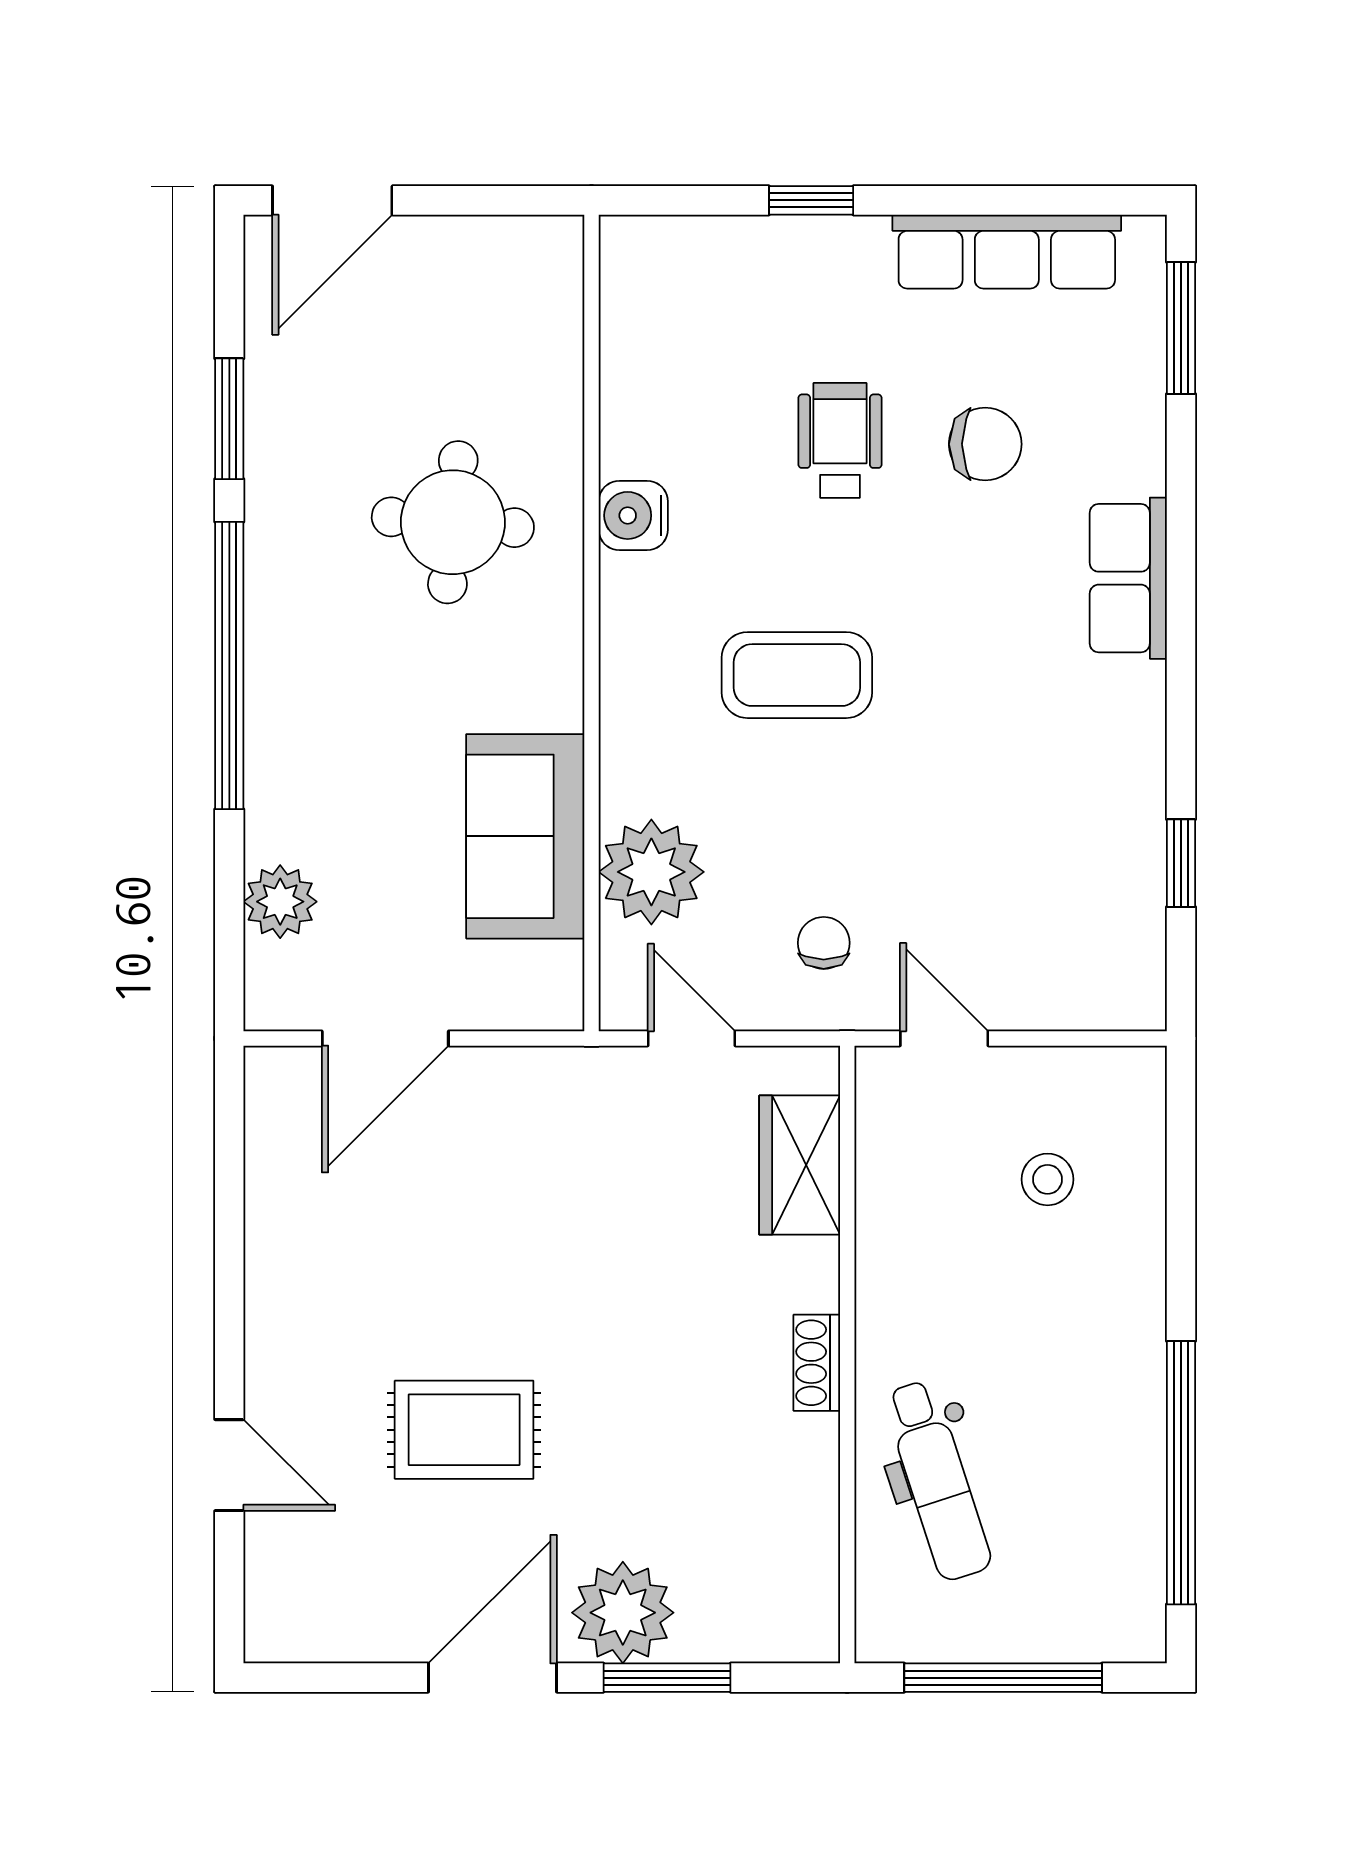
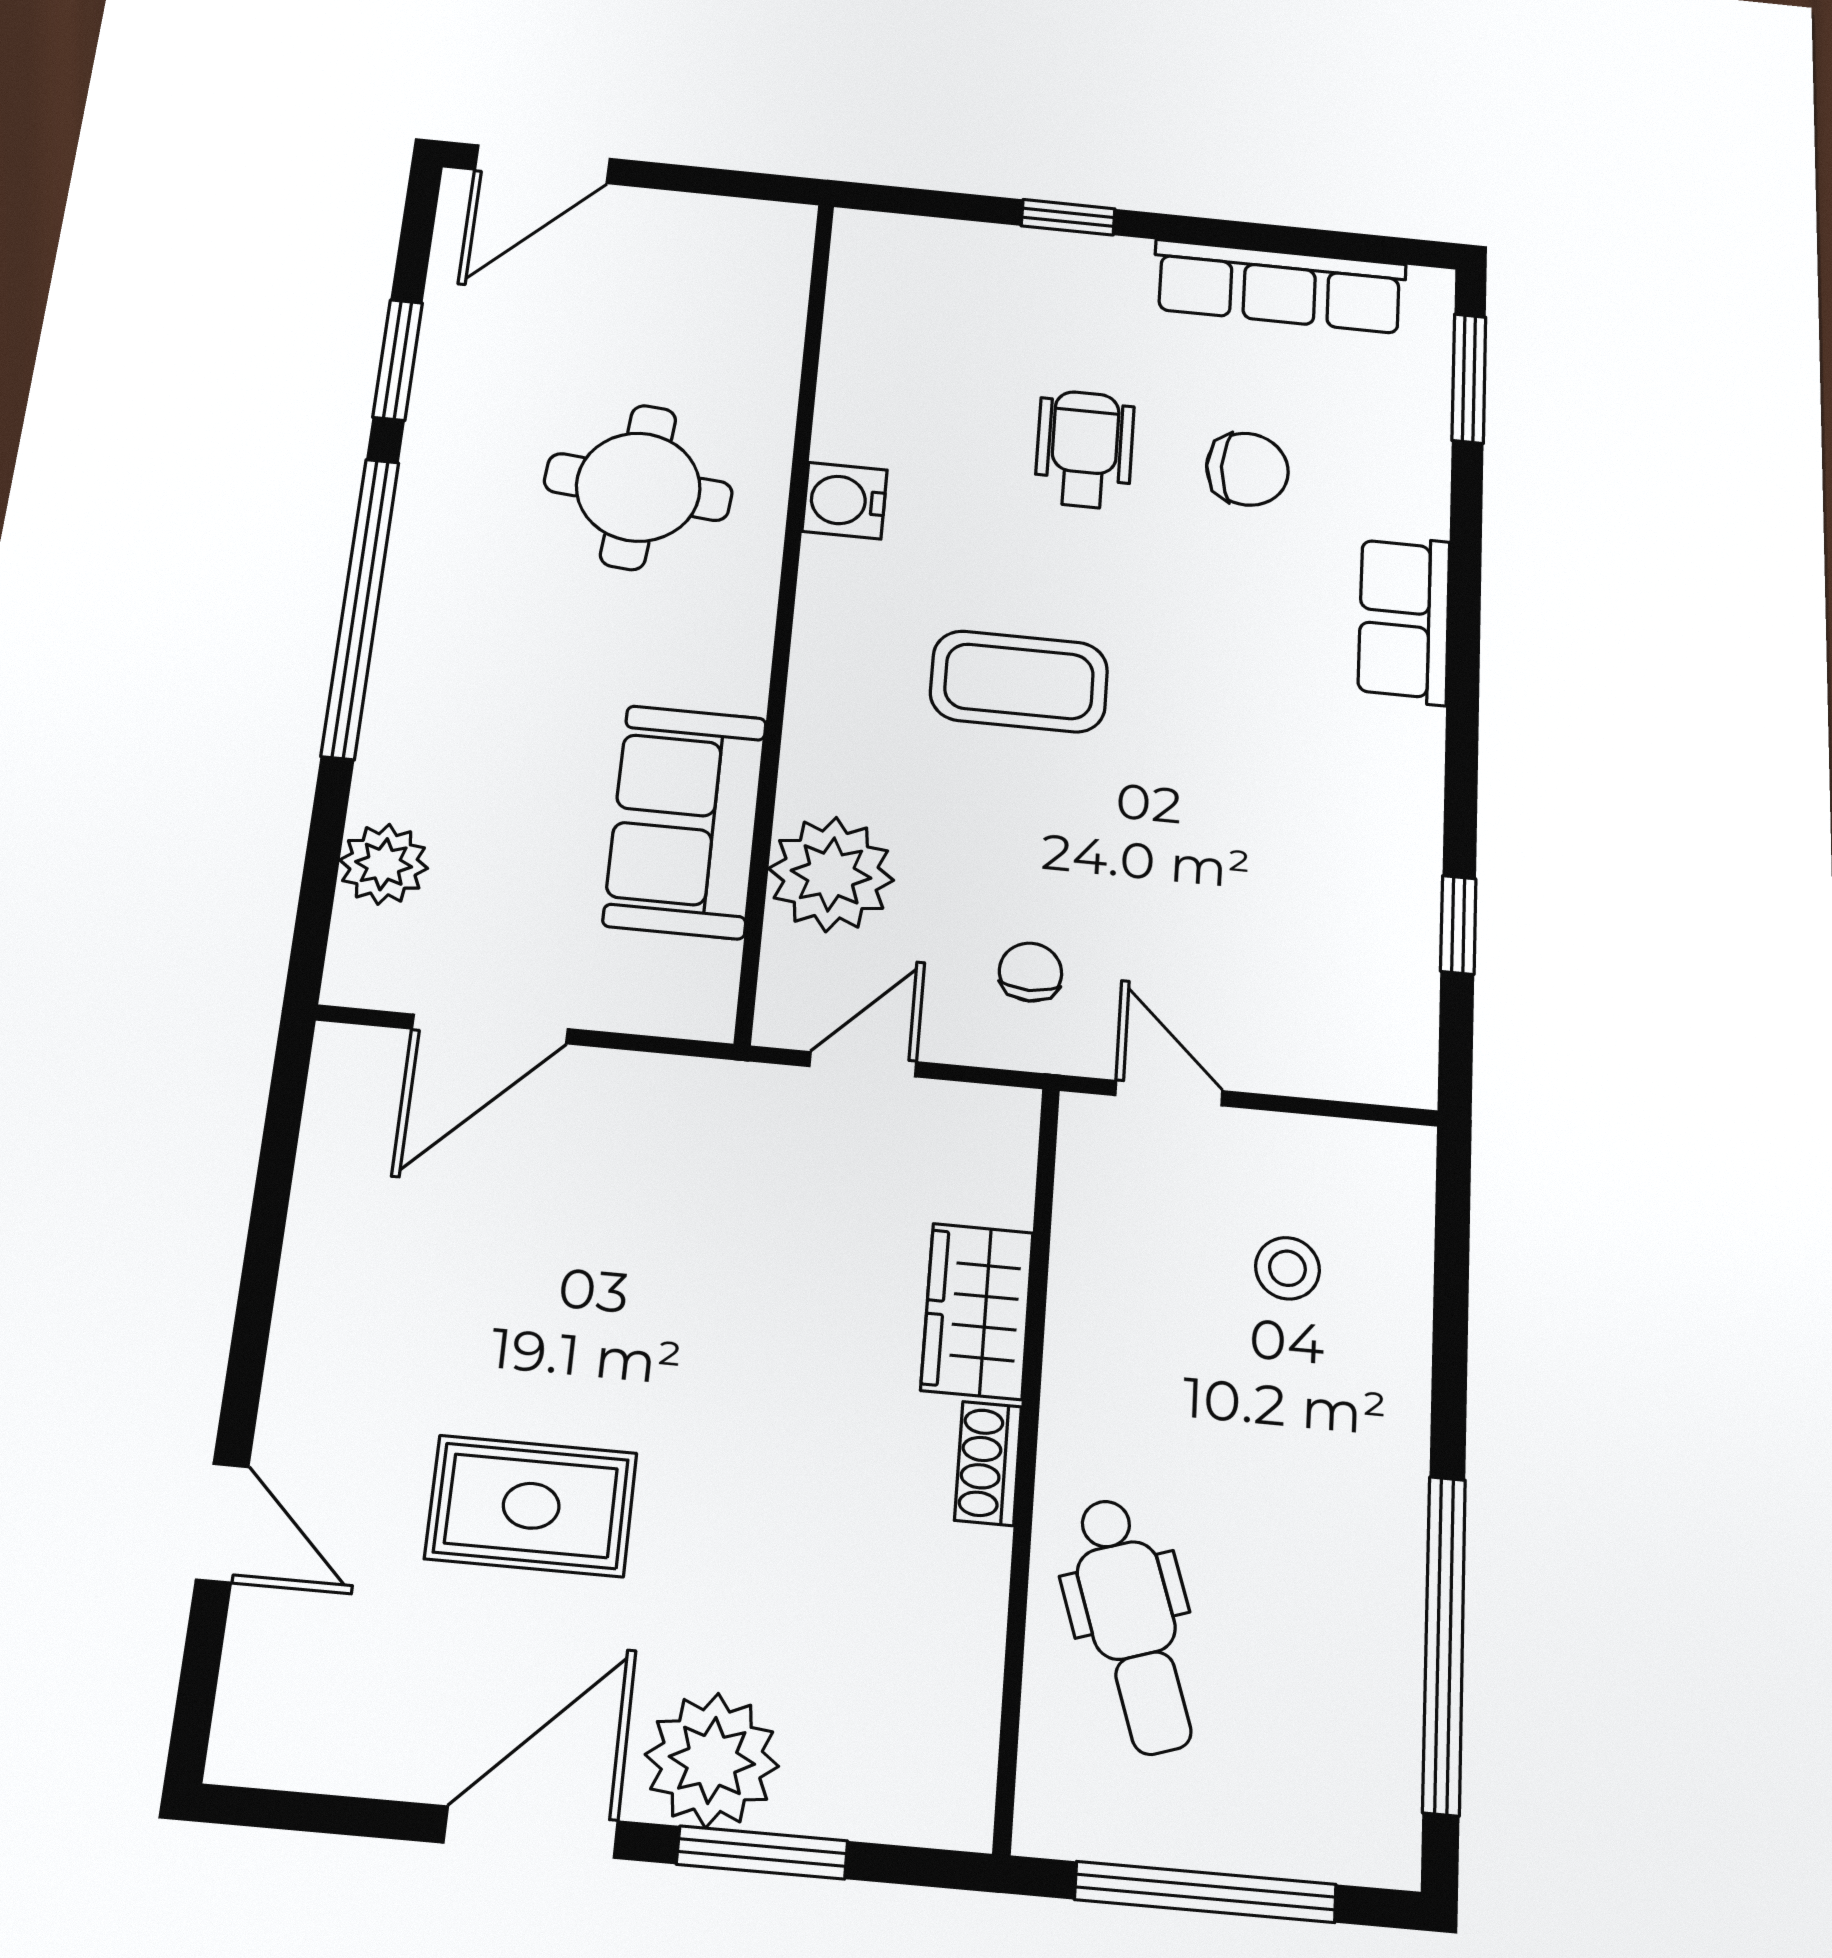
door: (691, 1038) -> (863, 1064), hinge flipped
wardrobe: (800, 1165) -> (977, 1311), moved

